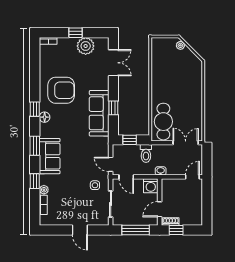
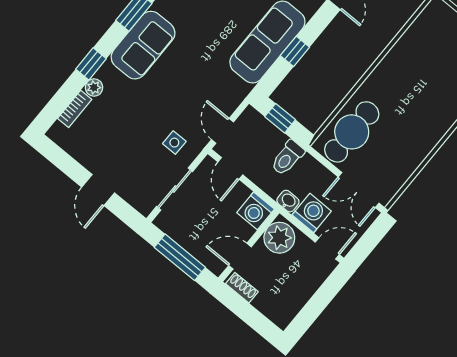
double door: (186, 143) -> (359, 190), swing flipped
washing machine: (174, 168) -> (312, 213), added
plant: (169, 189) -> (279, 238), added
window: (176, 230) -> (239, 306), removed

